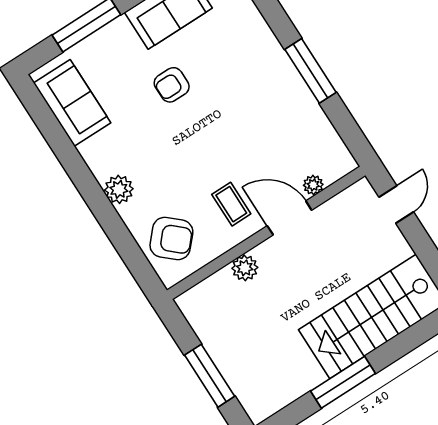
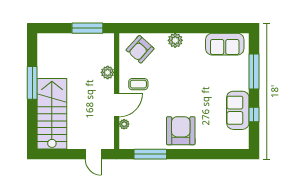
window: (310, 71) -> (150, 154), moved
armchair: (172, 85) -> (181, 131), moved, width x1.88, depth x1.88
window: (210, 376) -> (87, 28), moved

